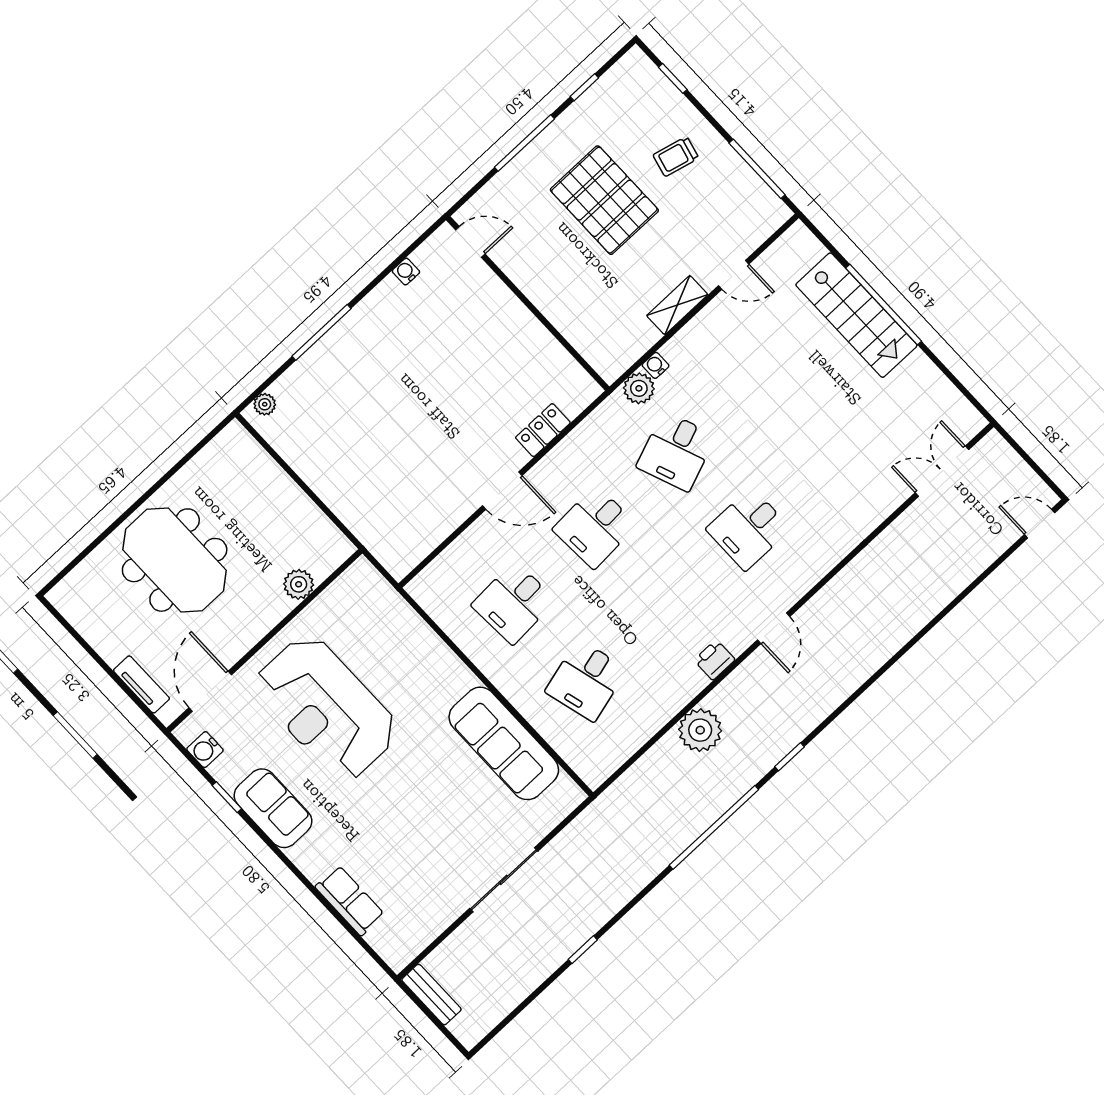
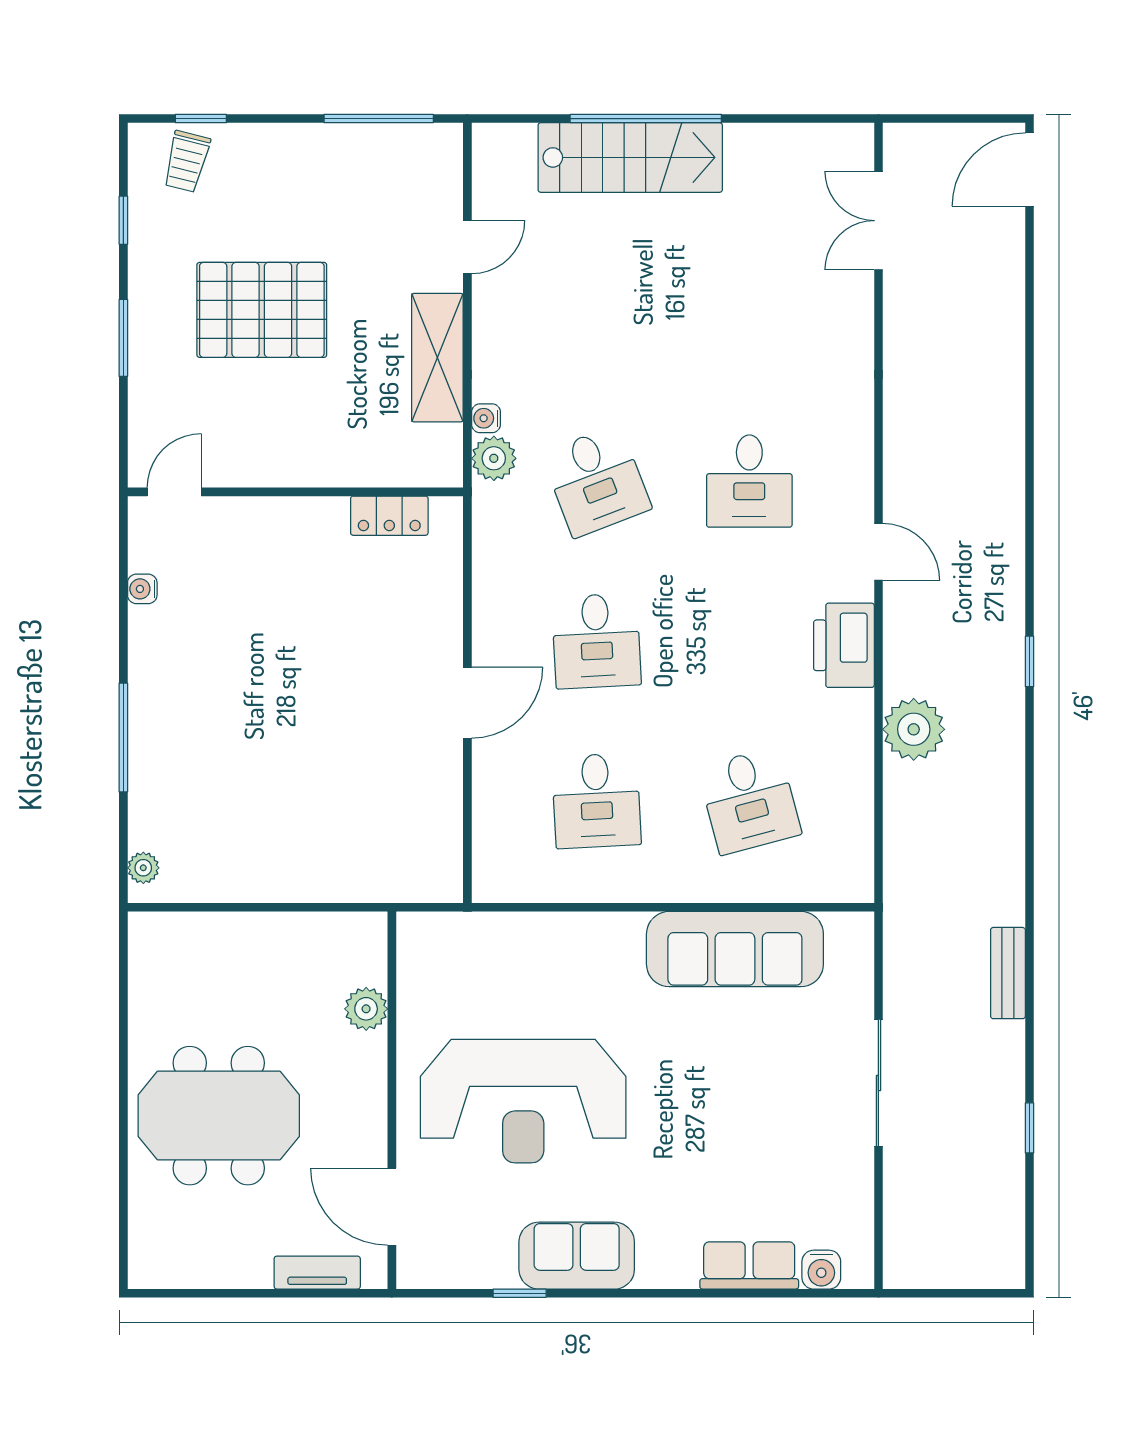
window: (524, 143) -> (123, 338), width x0.69
trolley: (676, 157) -> (187, 161), moved
shelving: (677, 305) -> (437, 358), width x1.50, depth x1.33
locker: (543, 430) -> (389, 516), moved, turned -90
door: (1040, 524) -> (1030, 169), width x1.38
printer: (714, 660) -> (844, 645), width x1.87, depth x1.48
water cooler: (205, 750) -> (821, 1270), moved
window: (714, 827) -> (1030, 810), removed
window: (583, 950) -> (1030, 1128), moved
bench: (431, 995) -> (1008, 973), moved, turned 90

